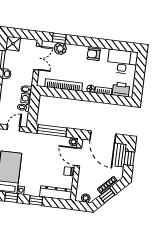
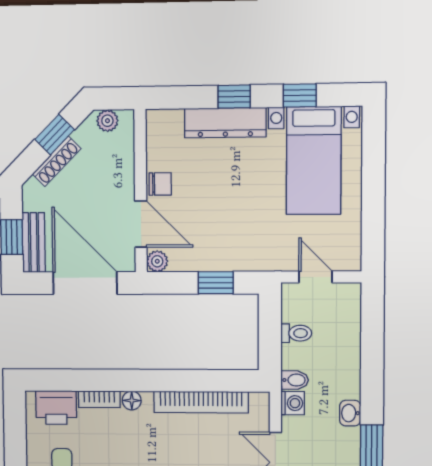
washing machine: (26, 98) -> (293, 403), moved
door: (13, 128) -> (316, 277), swing flipped
window: (52, 131) -> (216, 283), width x0.46
dresser: (56, 193) -> (225, 123), moved

